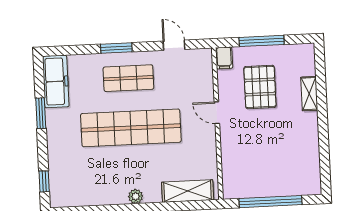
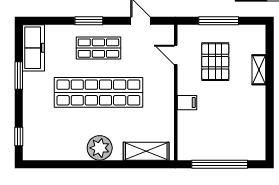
filing cabinet: (224, 58) -> (187, 103), moved, turned -90
door: (217, 113) -> (176, 55), moved
plant: (136, 196) -> (100, 148), width x1.87, depth x1.87

